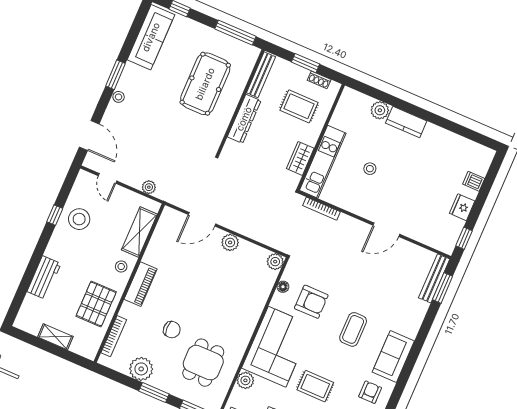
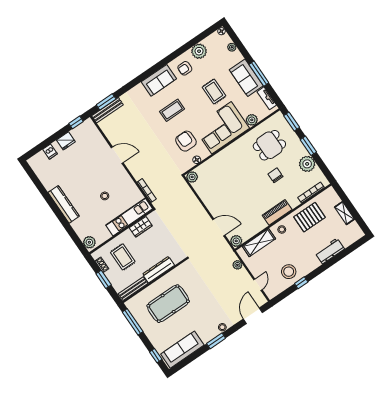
plant: (380, 110) -> (89, 242), moved
kitchen counter: (406, 122) -> (64, 204), width x1.50
plant: (230, 242) -> (236, 241), moved

